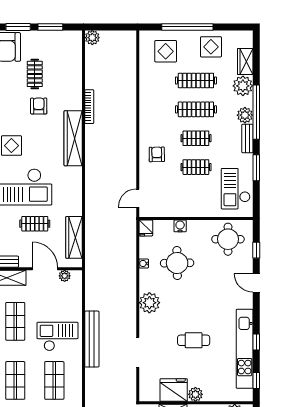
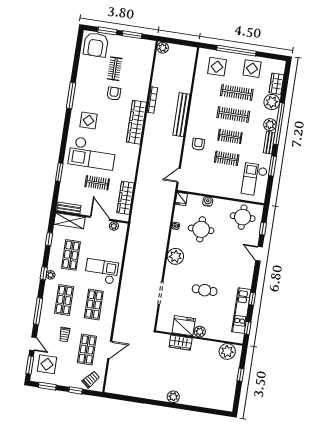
bench: (92, 339) -> (181, 115), moved
kitchen unit: (245, 349) -> (241, 311), width x0.73

